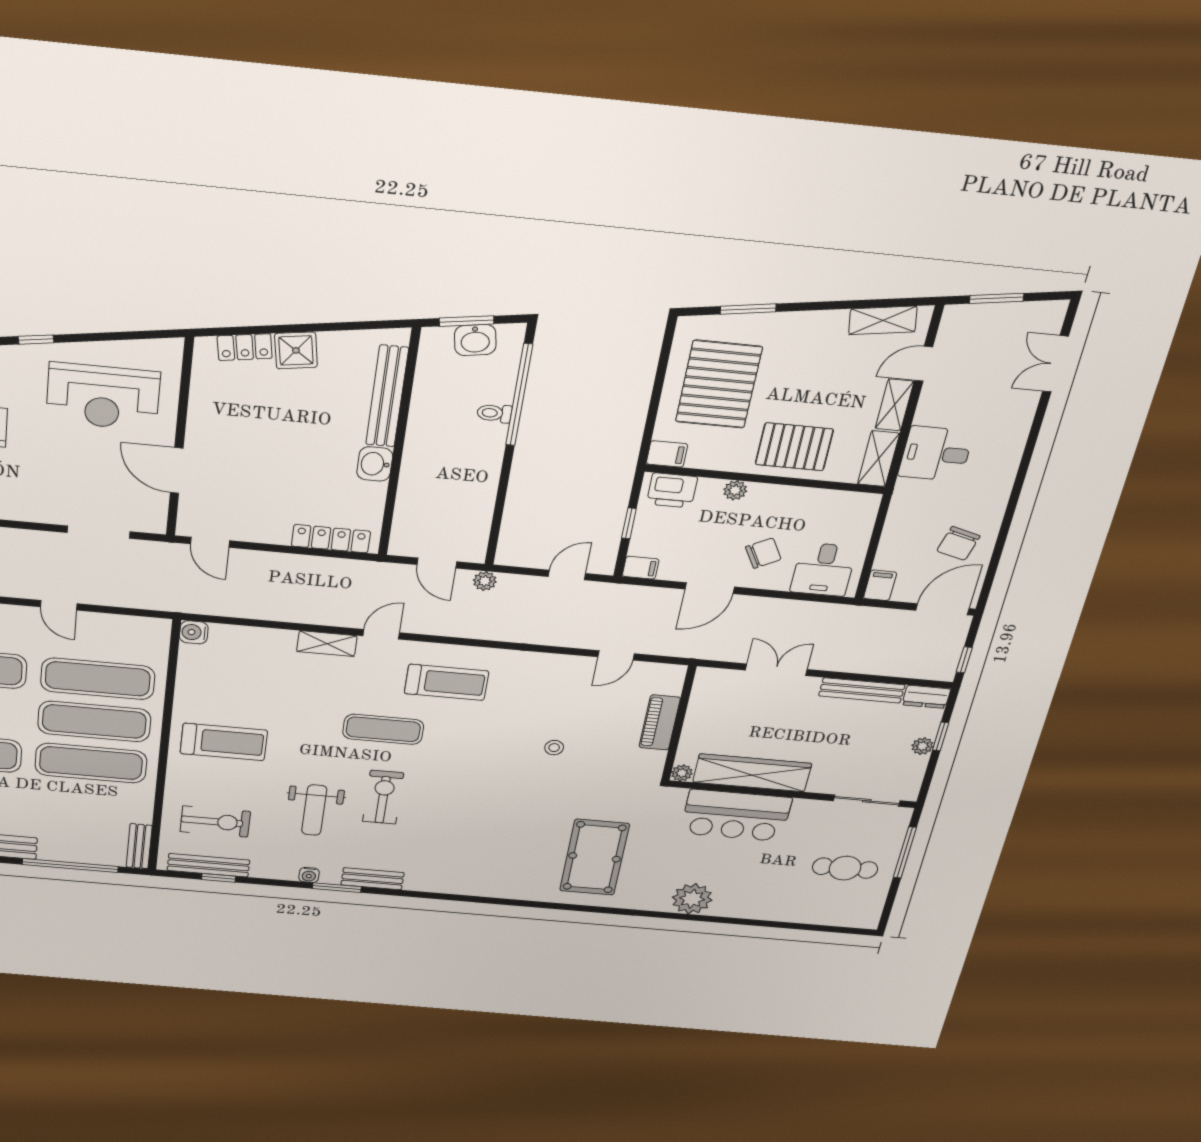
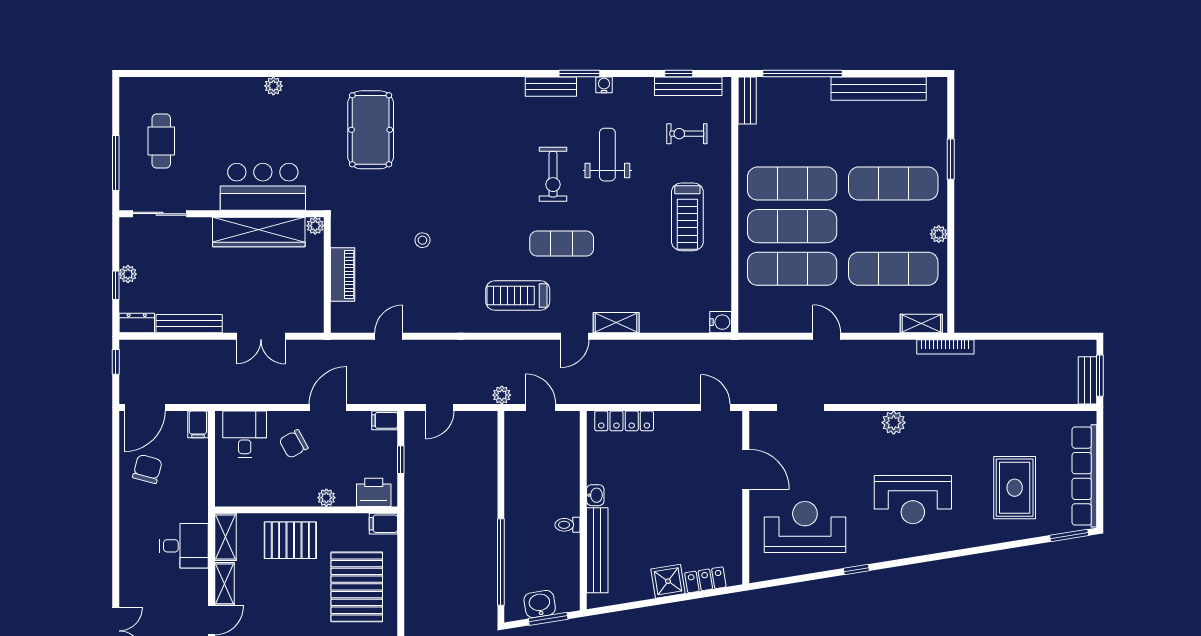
toilet: (494, 413) -> (567, 525), moved, turned 180
washbasin: (375, 464) -> (595, 495), width x0.72, depth x0.69
treadmill: (224, 742) -> (687, 217), turned -90
exercise bike: (215, 822) -> (687, 134), width x0.73, depth x0.72
cafe table: (845, 868) -> (161, 141), turned 90
plant: (692, 899) -> (273, 86), width x0.53, depth x0.53

